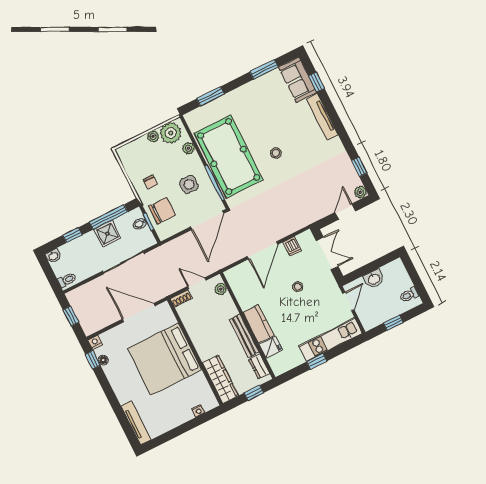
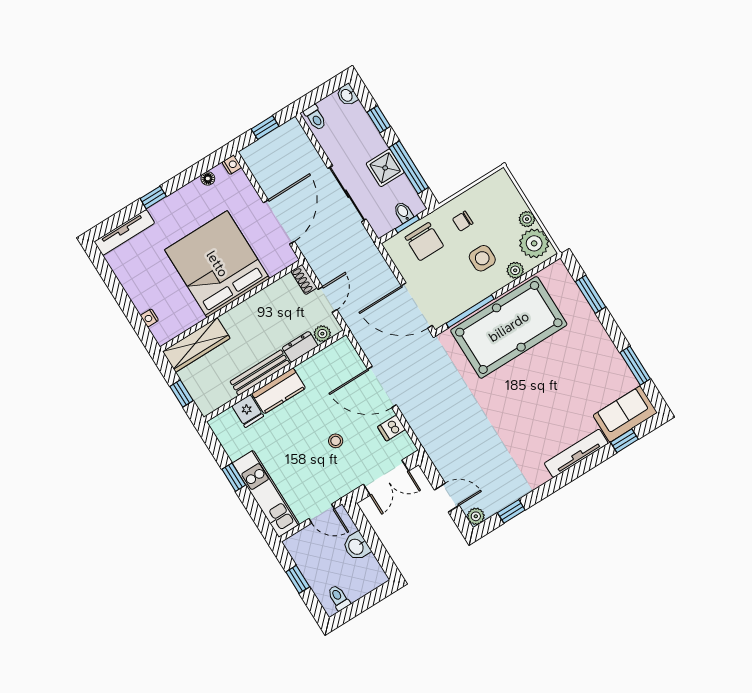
stool: (276, 153) -> (520, 393), removed
side table: (189, 184) -> (482, 258), moved
window: (93, 360) -> (153, 197), moved
dresser: (259, 366) -> (300, 347), moved

